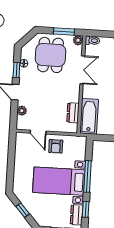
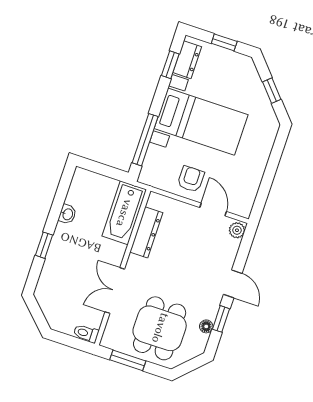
plant: (78, 40) -> (109, 340), removed
plant: (22, 111) -> (237, 230), moved
dresser: (73, 113) -> (146, 232), width x1.44
window: (88, 176) -> (145, 140), moved

